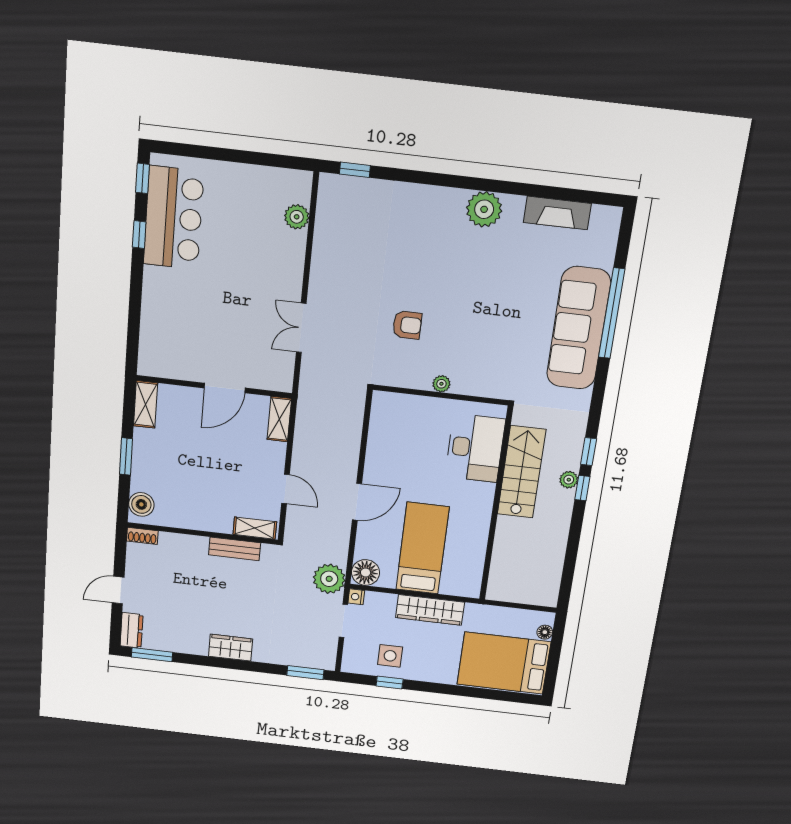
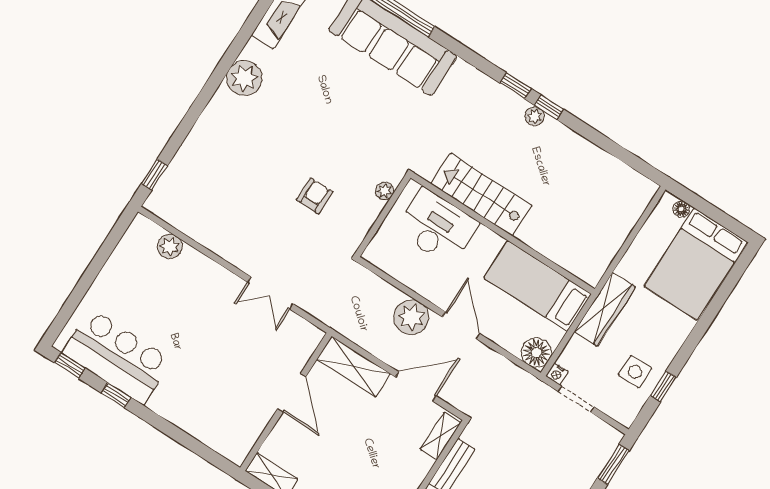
shelving: (279, 419) -> (354, 367), width x1.50, depth x1.33
desk: (475, 448) -> (437, 227), moved
stairs: (522, 472) -> (481, 195), moved
door: (285, 489) -> (416, 386), width x1.38
wall: (496, 505) -> (503, 233), moved
plant: (329, 579) -> (411, 317), moved

